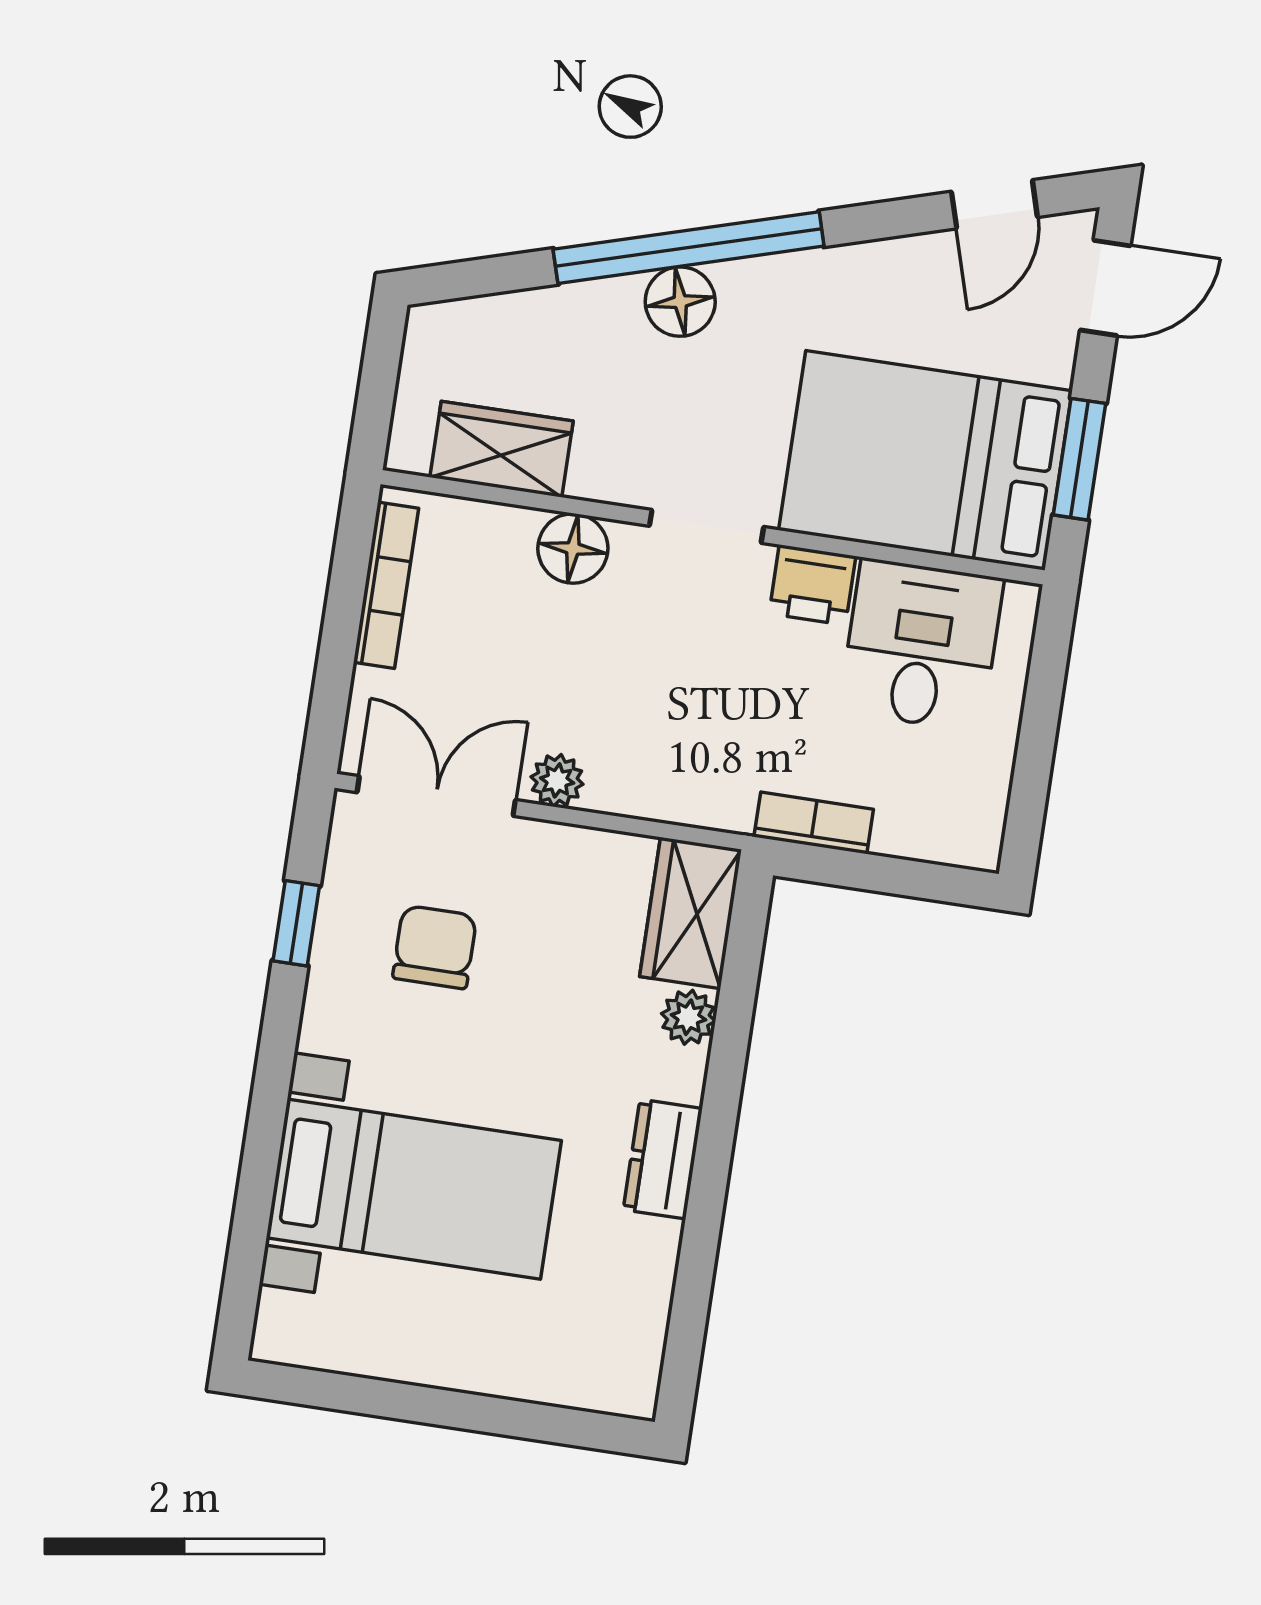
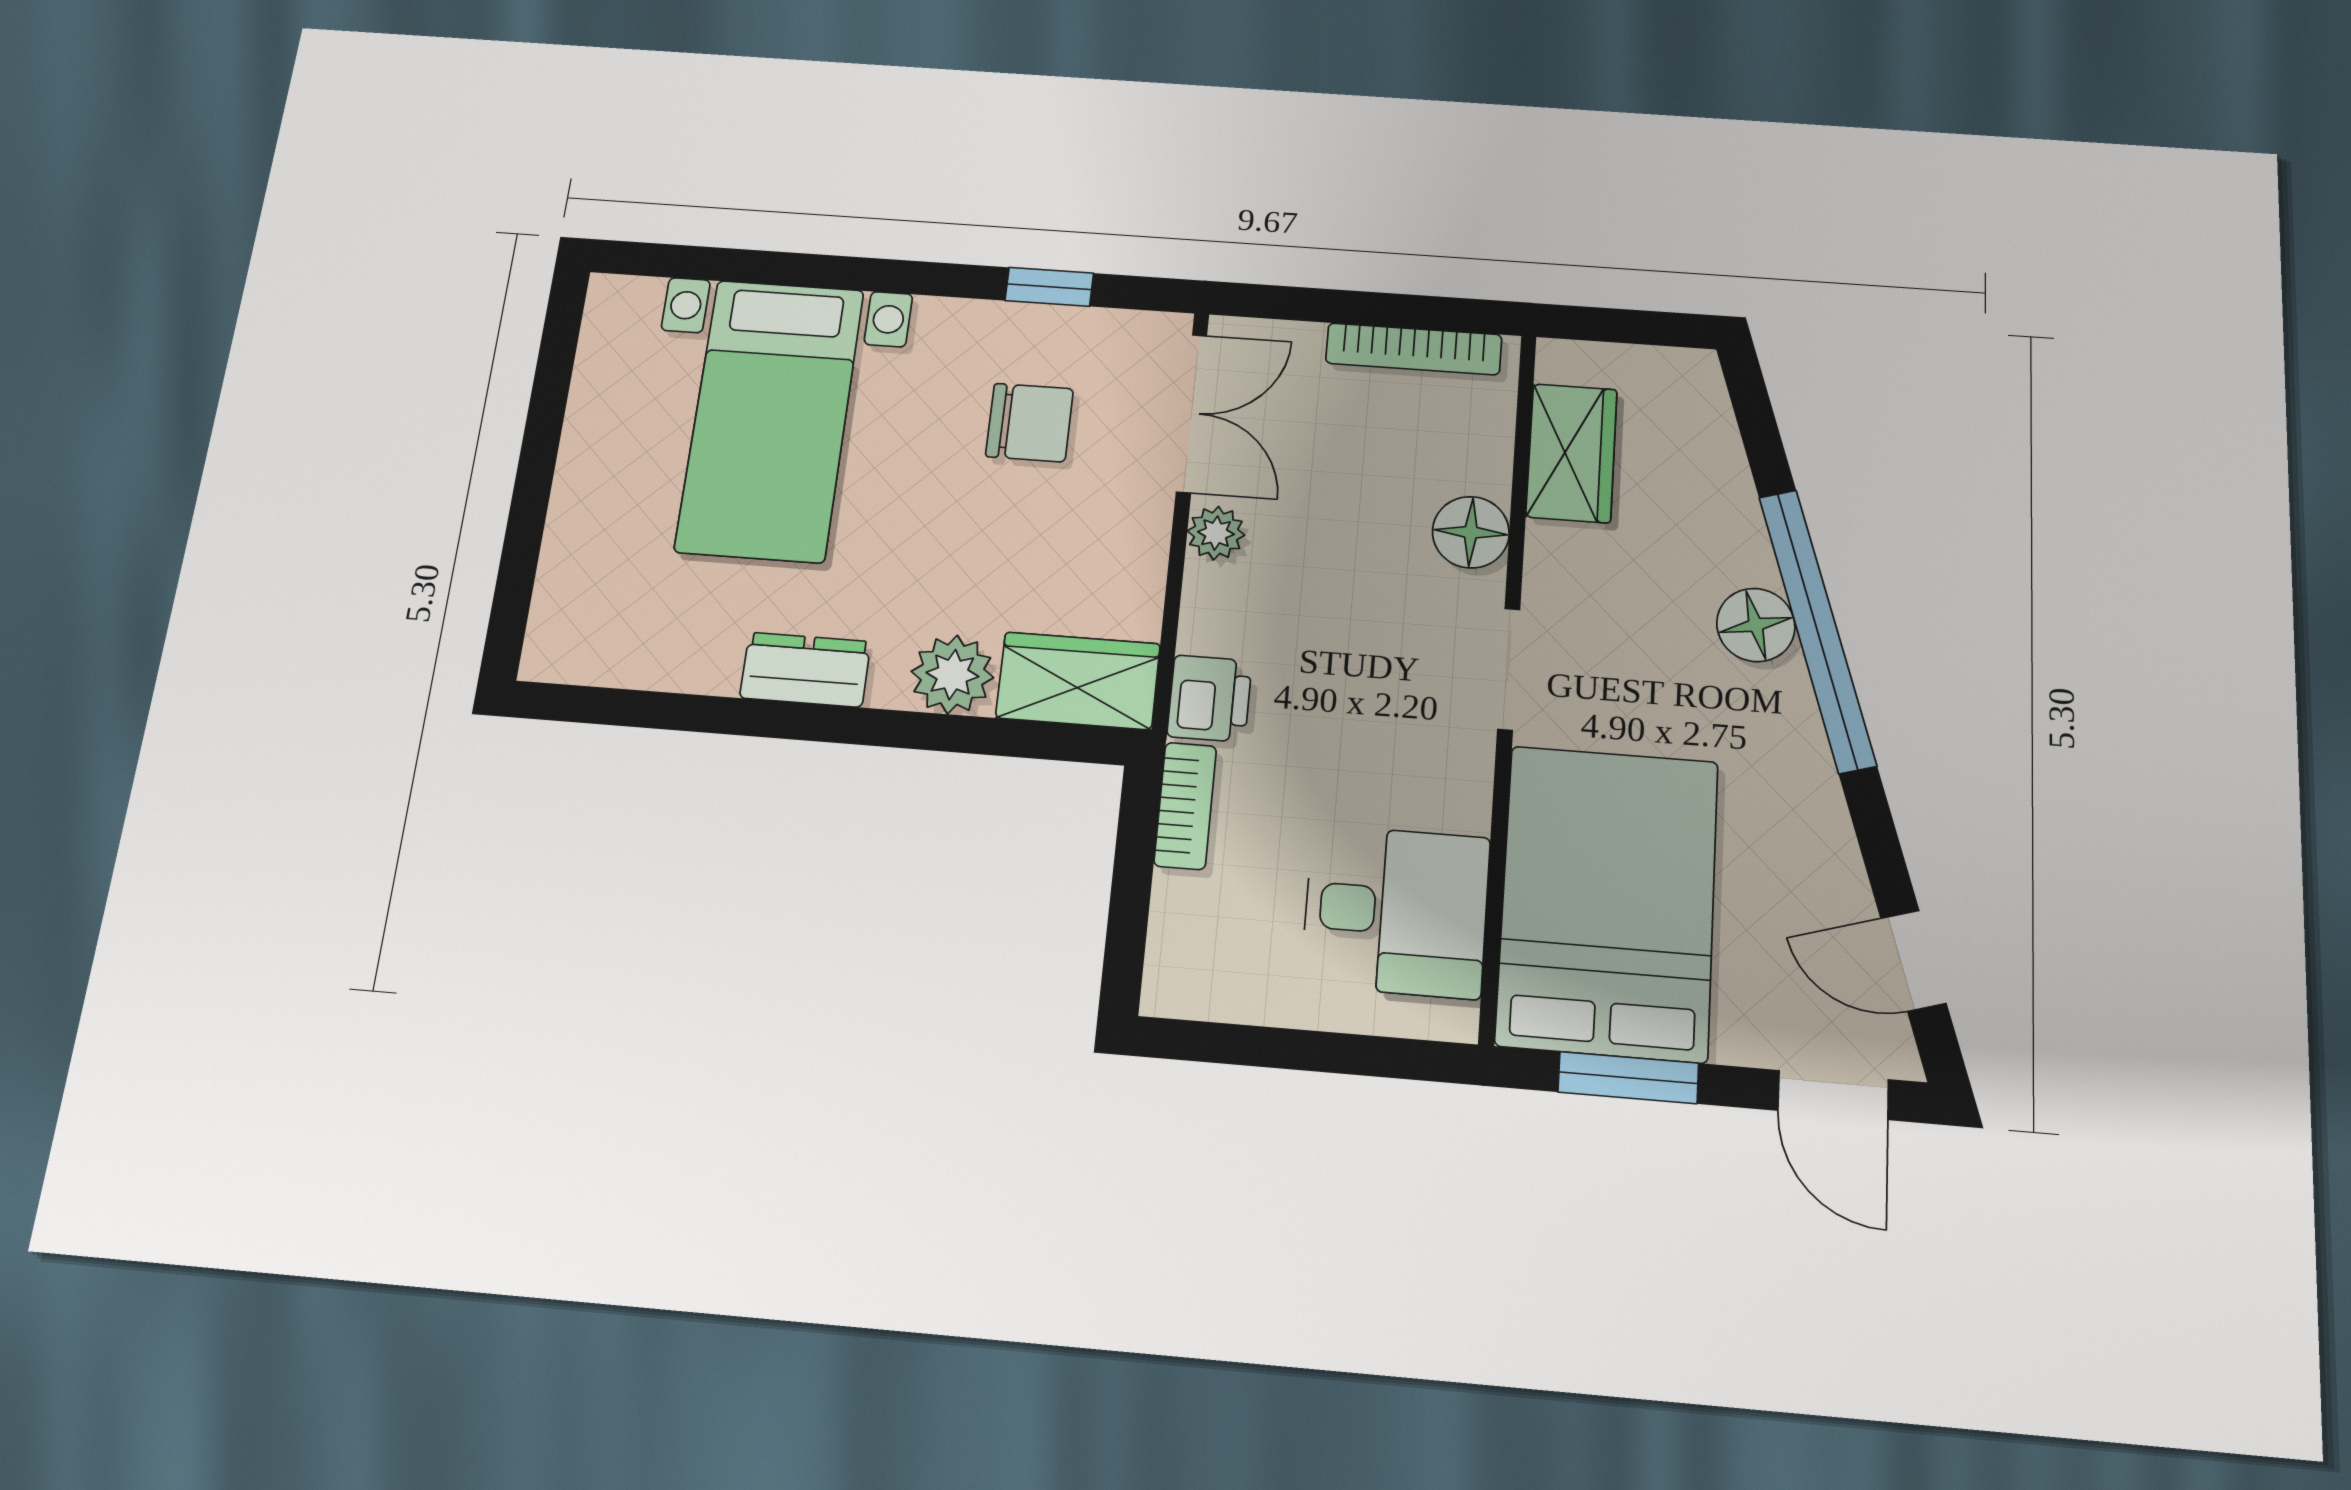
printer: (812, 585) -> (1210, 699), moved, turned 180
plant: (688, 1017) -> (952, 674), width x1.38, depth x1.38

